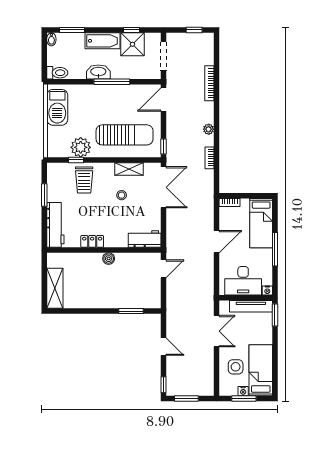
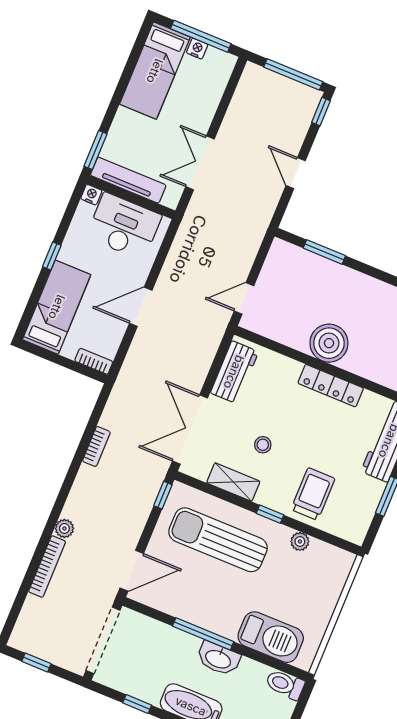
shower: (132, 44) -> (145, 680), removed
doorway: (164, 56) -> (103, 640), width x1.36
barbecue: (57, 107) -> (271, 637), moved, turned 90
plant: (209, 129) -> (64, 528), moved
plant: (81, 147) -> (300, 541), width x0.53, depth x0.53
window: (76, 160) -> (270, 514), moved
workbench: (145, 239) -> (234, 372), moved, turned -90
locker: (92, 241) -> (331, 386), width x1.53
window: (275, 249) -> (52, 256), width x0.46
boiler: (109, 259) -> (329, 343), width x1.86, depth x1.86
side table: (236, 367) -> (193, 93), removed
window: (186, 399) -> (293, 74), width x1.44
window: (244, 399) -> (201, 36), width x1.44

